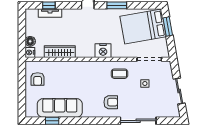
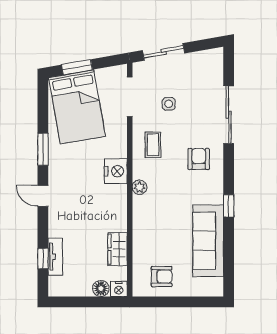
wardrobe: (60, 52) -> (117, 249), width x0.67
plant: (93, 65) -> (140, 187), added
sliding door: (179, 91) -> (164, 52), moved
window: (52, 121) -> (229, 206), moved

